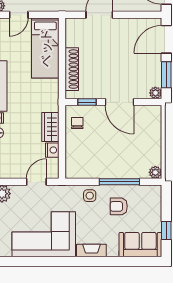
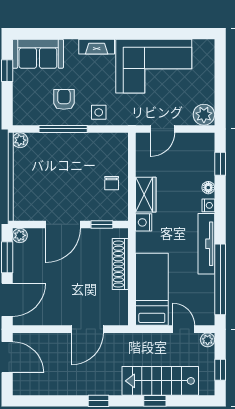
door: (19, 15) -> (184, 329), hinge flipped
door: (119, 102) -> (63, 224), swing flipped
chair: (77, 123) -> (112, 183), moved
nightstand: (52, 150) -> (144, 222), moved
armchair: (119, 206) -> (64, 99), turned -90

